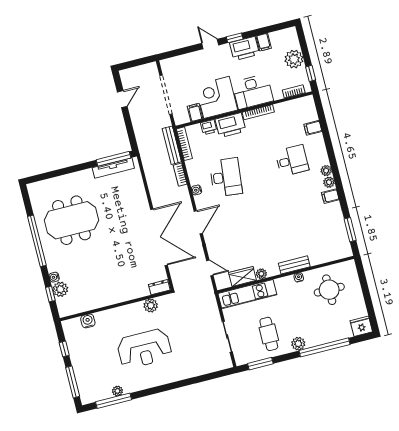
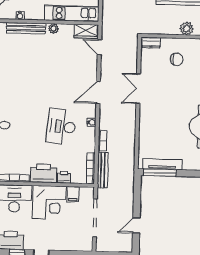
double door: (159, 237) -> (138, 89), width x0.54
bench: (294, 265) -> (26, 28), width x1.36
wardrobe: (243, 276) -> (86, 31), moved
chair: (129, 278) -> (177, 59), added
plant: (151, 305) -> (187, 29), moved

